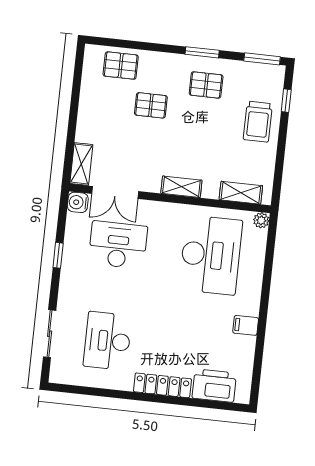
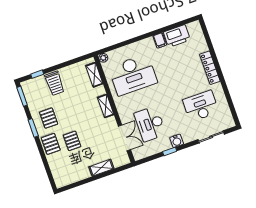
pallet: (121, 66) -> (51, 144), moved
trolley: (258, 122) -> (55, 83), turned 90
shelving: (81, 164) -> (101, 168), moved
water cooler: (78, 202) -> (177, 141), moved
desk: (211, 255) -> (133, 75), turned 180
desk: (108, 341) -> (201, 106), turned 180
printer: (214, 386) -> (177, 36), moved, turned -90

